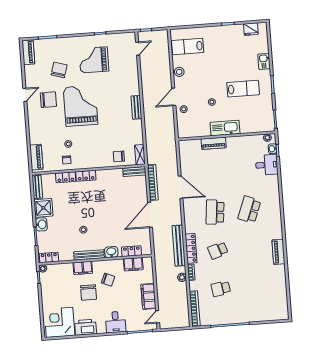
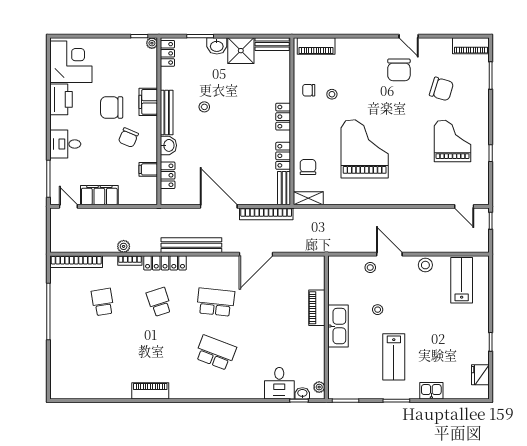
grand piano: (81, 106) -> (365, 149), moved, turned -90
bench: (136, 107) -> (378, 198), removed
locker: (66, 177) -> (283, 156), moved
bench: (179, 246) -> (191, 245), moved
filing cabinet: (133, 264) -> (148, 169), width x0.50

